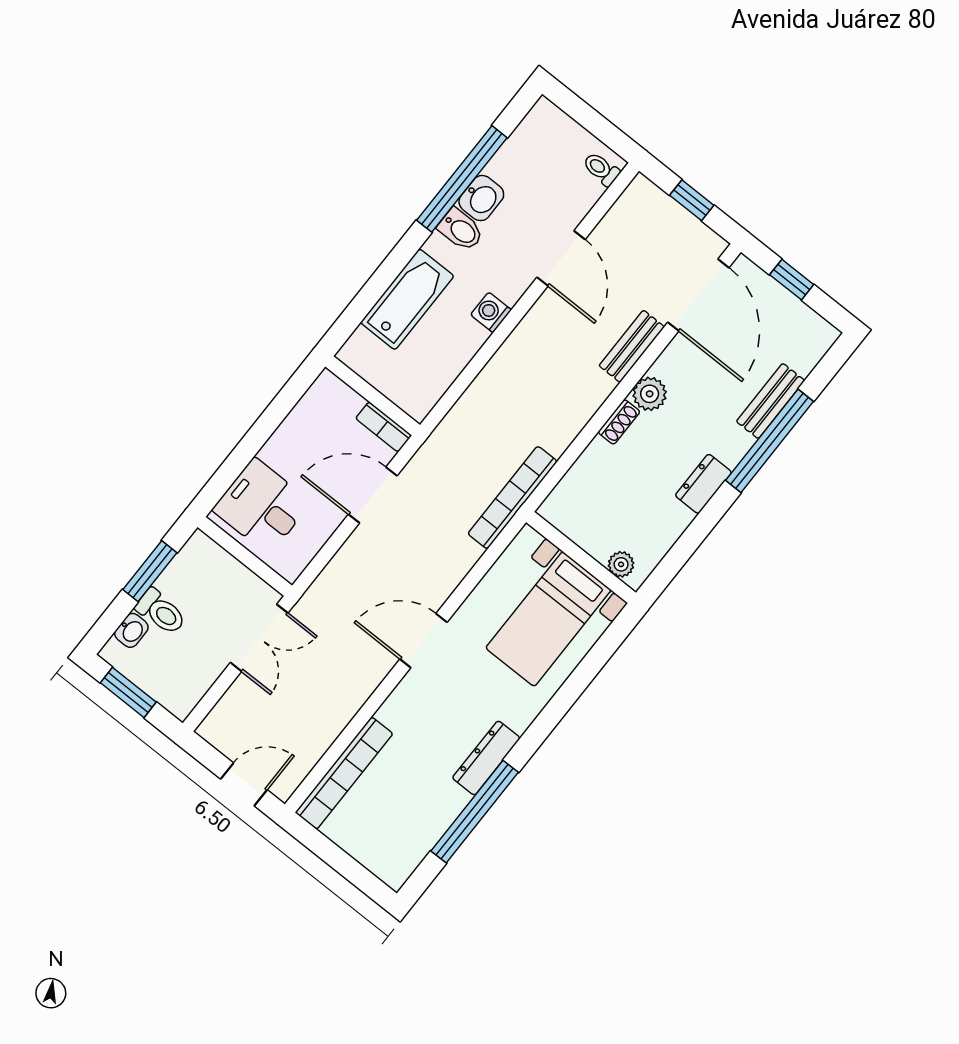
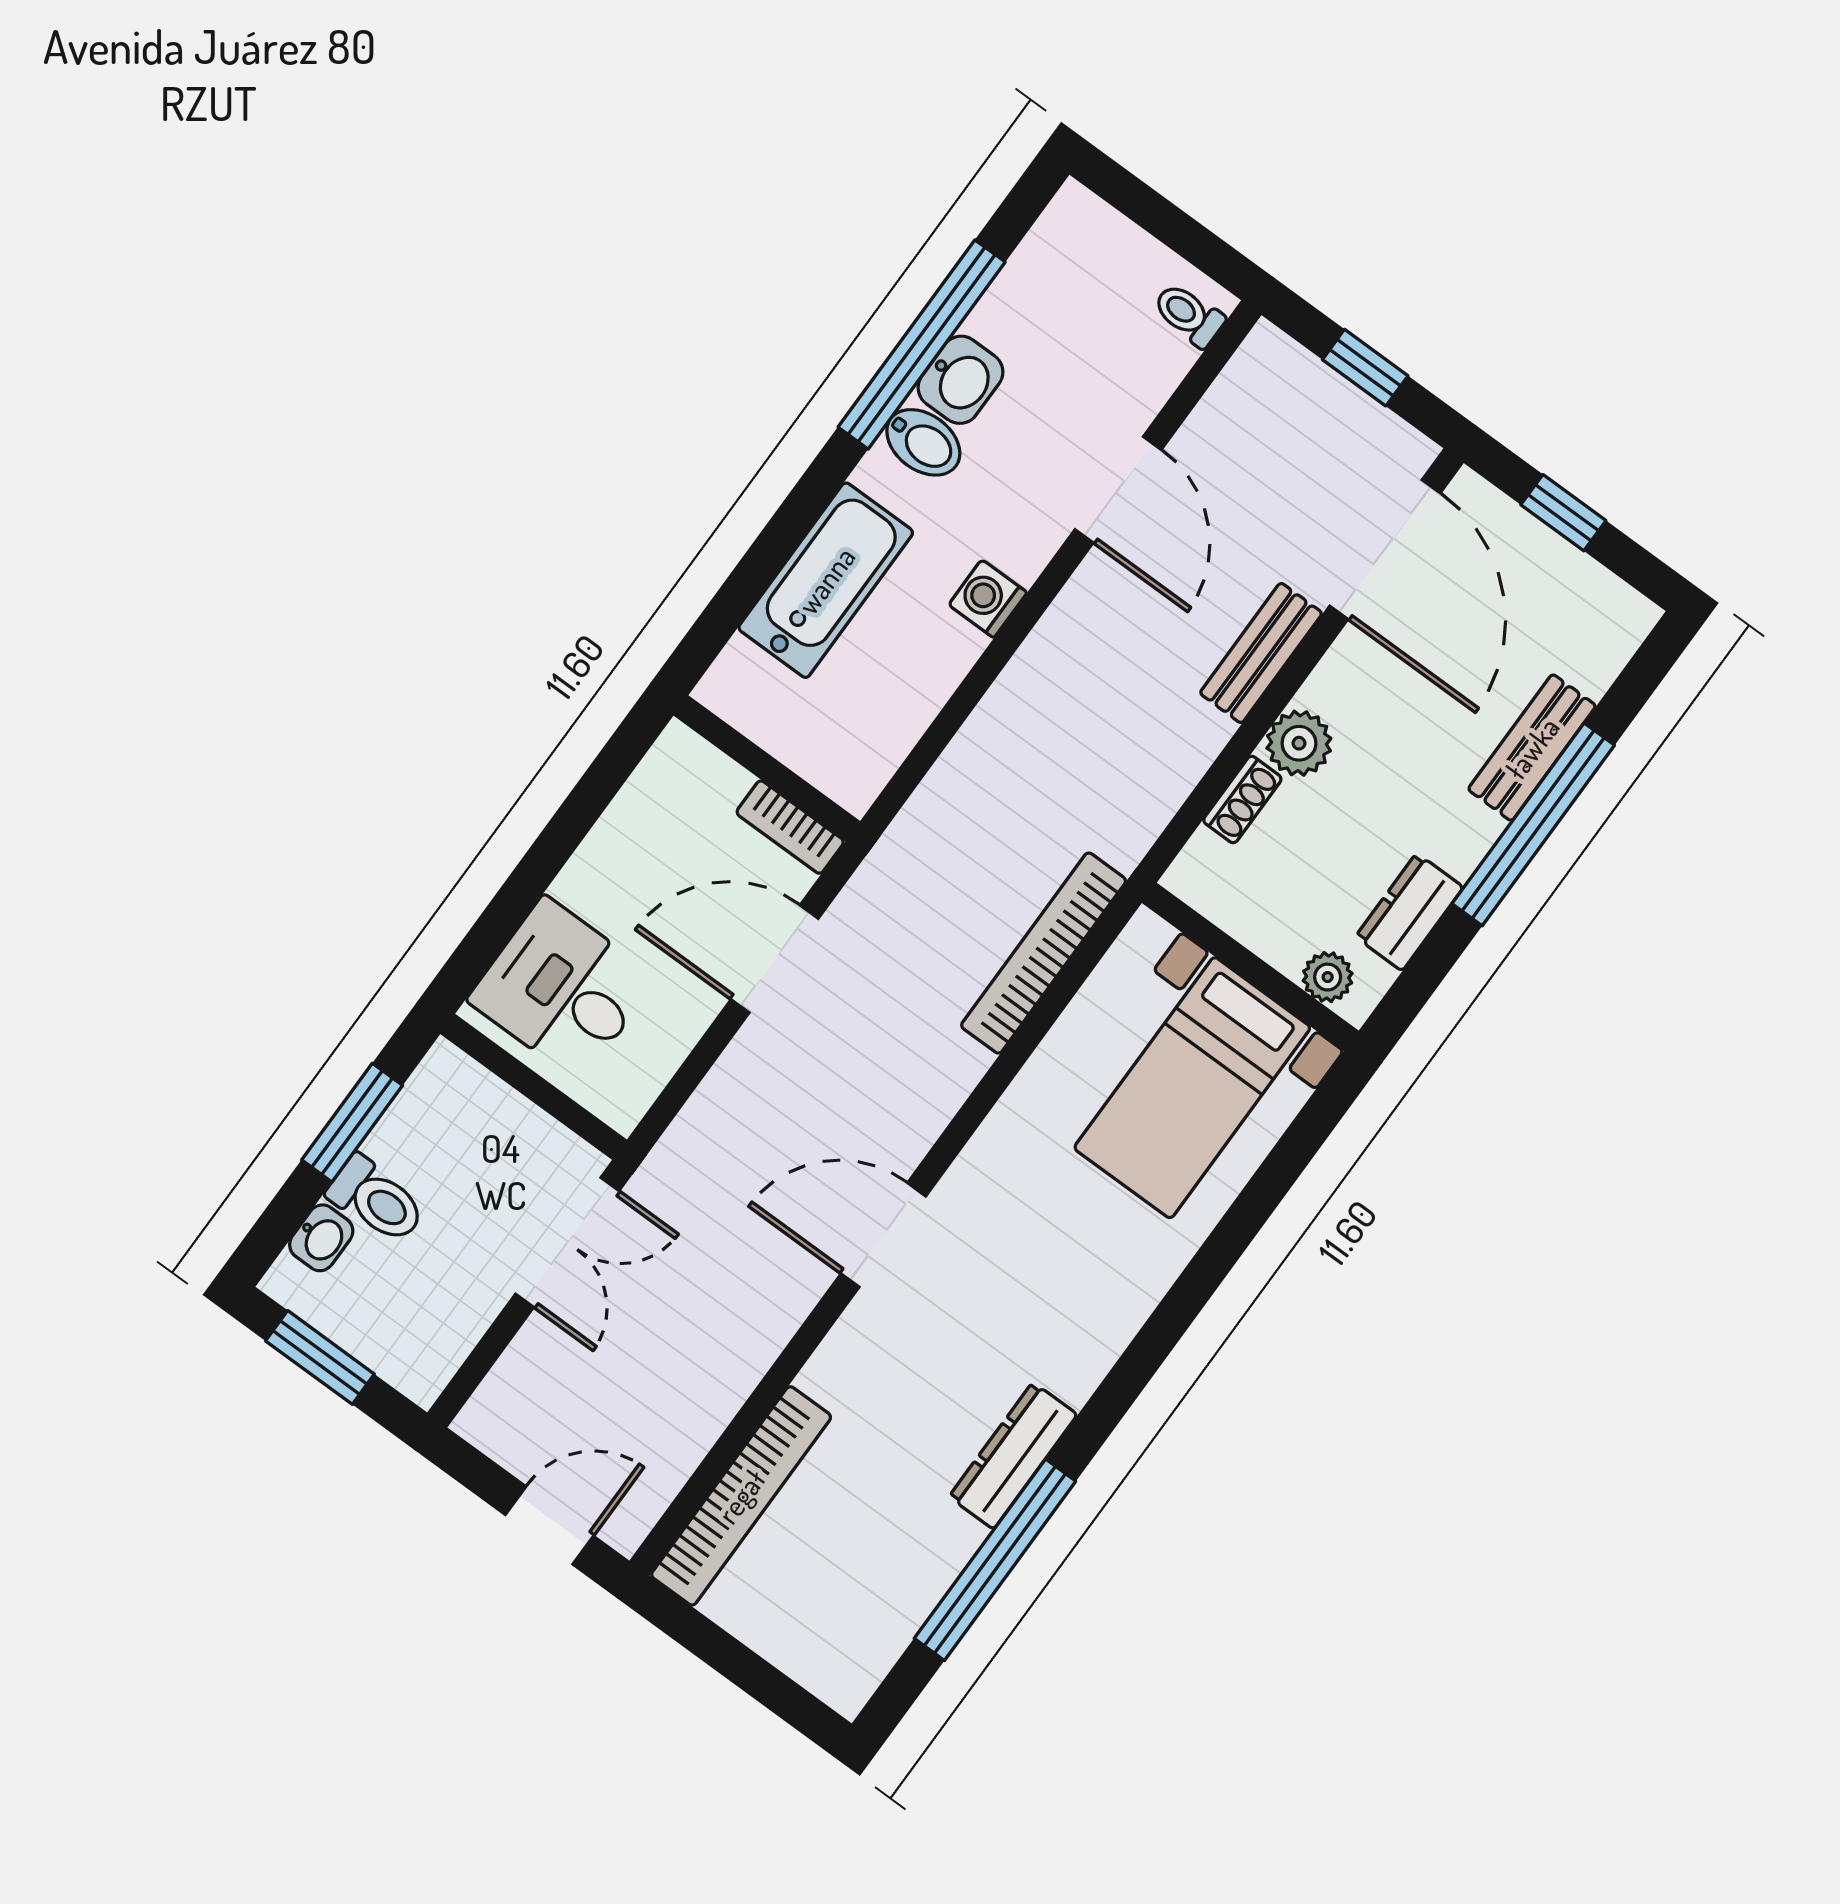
wall: (581, 557) -> (1250, 967), moved
plant: (621, 564) -> (1328, 977), moved
bed with nightstands: (548, 619) -> (1192, 1088), moved

